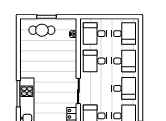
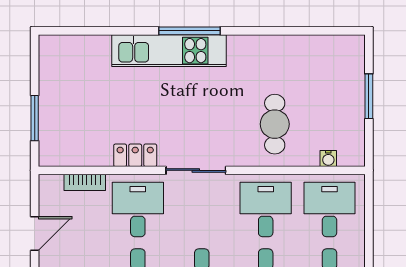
cafe table: (42, 30) -> (275, 124), moved

